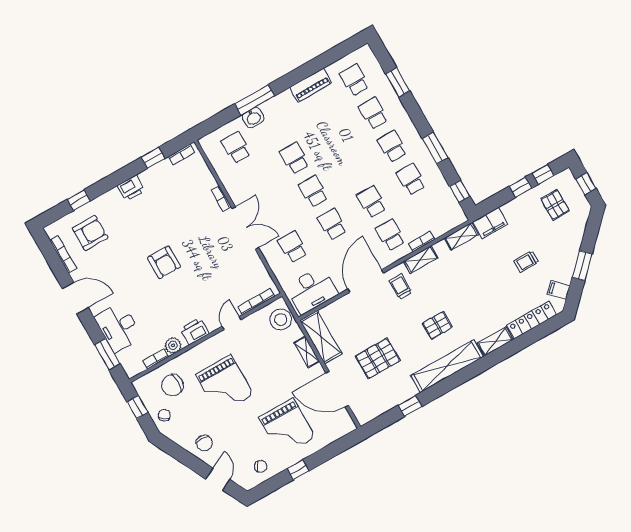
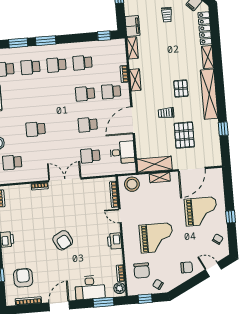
window: (435, 148) -> (46, 41), moved
school desk: (313, 191) -> (62, 127), removed
armchair: (164, 262) -> (63, 240), turned 62
door: (366, 281) -> (133, 120), hinge flipped
trolley: (400, 287) -> (166, 113), moved
desk: (312, 290) -> (122, 152), width x0.73
plant: (173, 345) -> (119, 288), moved

